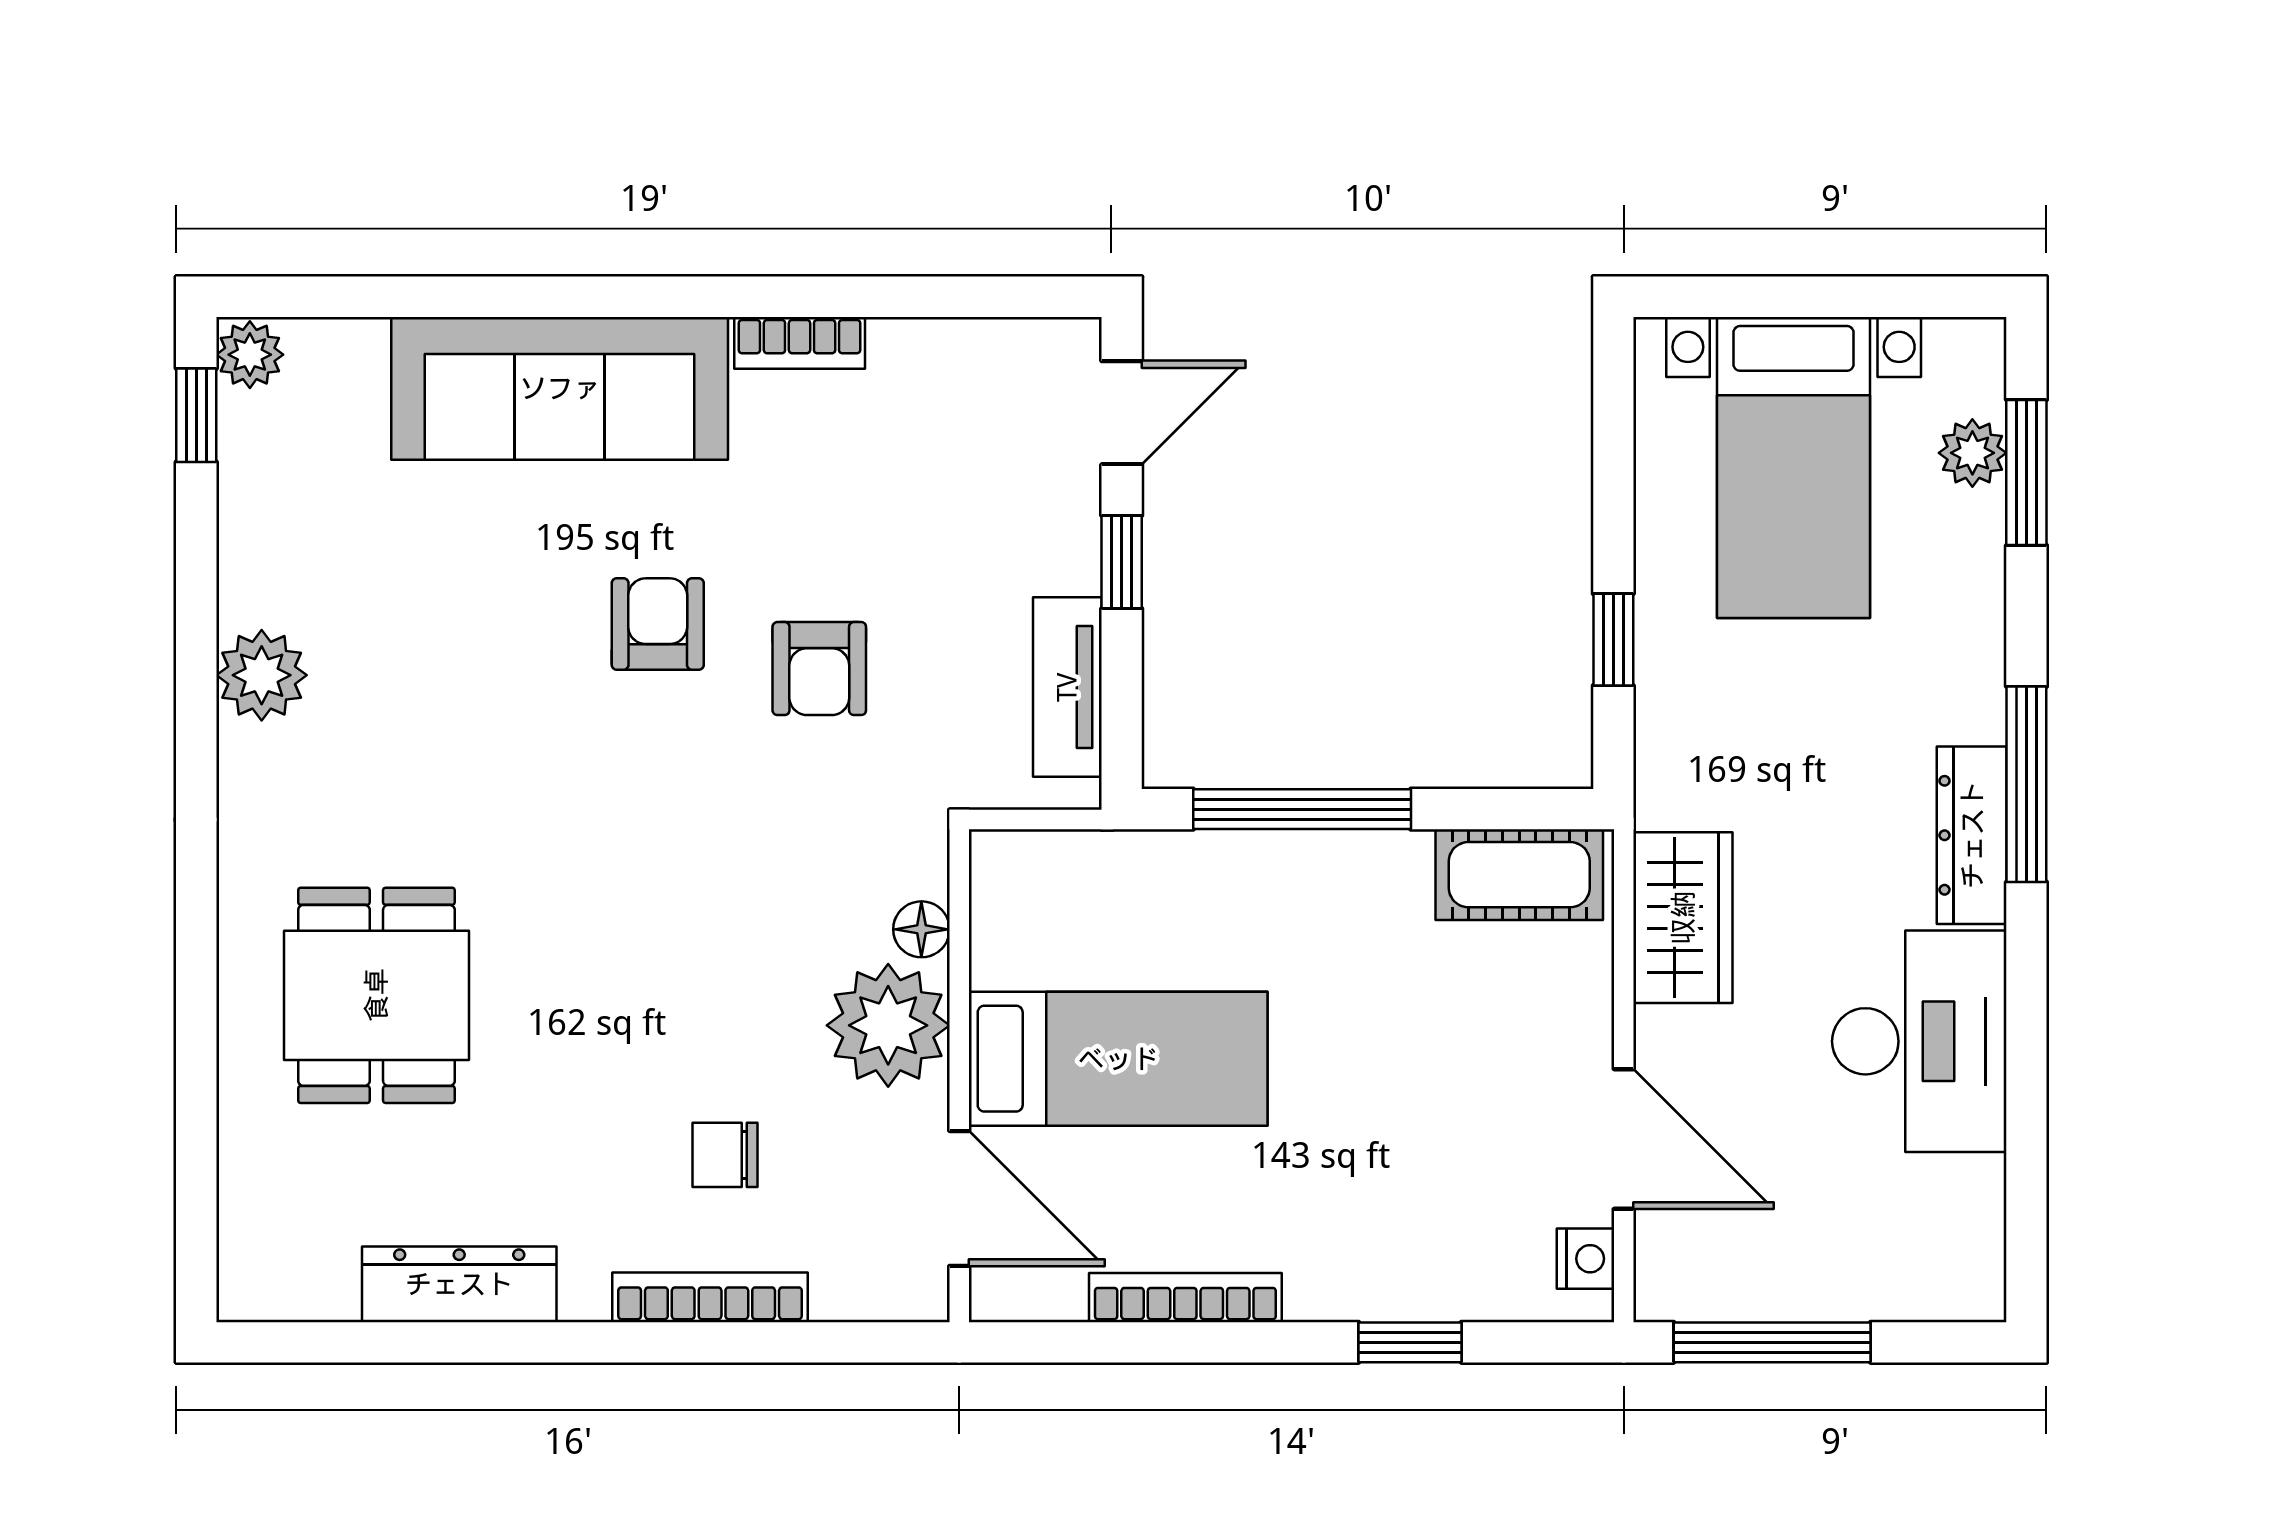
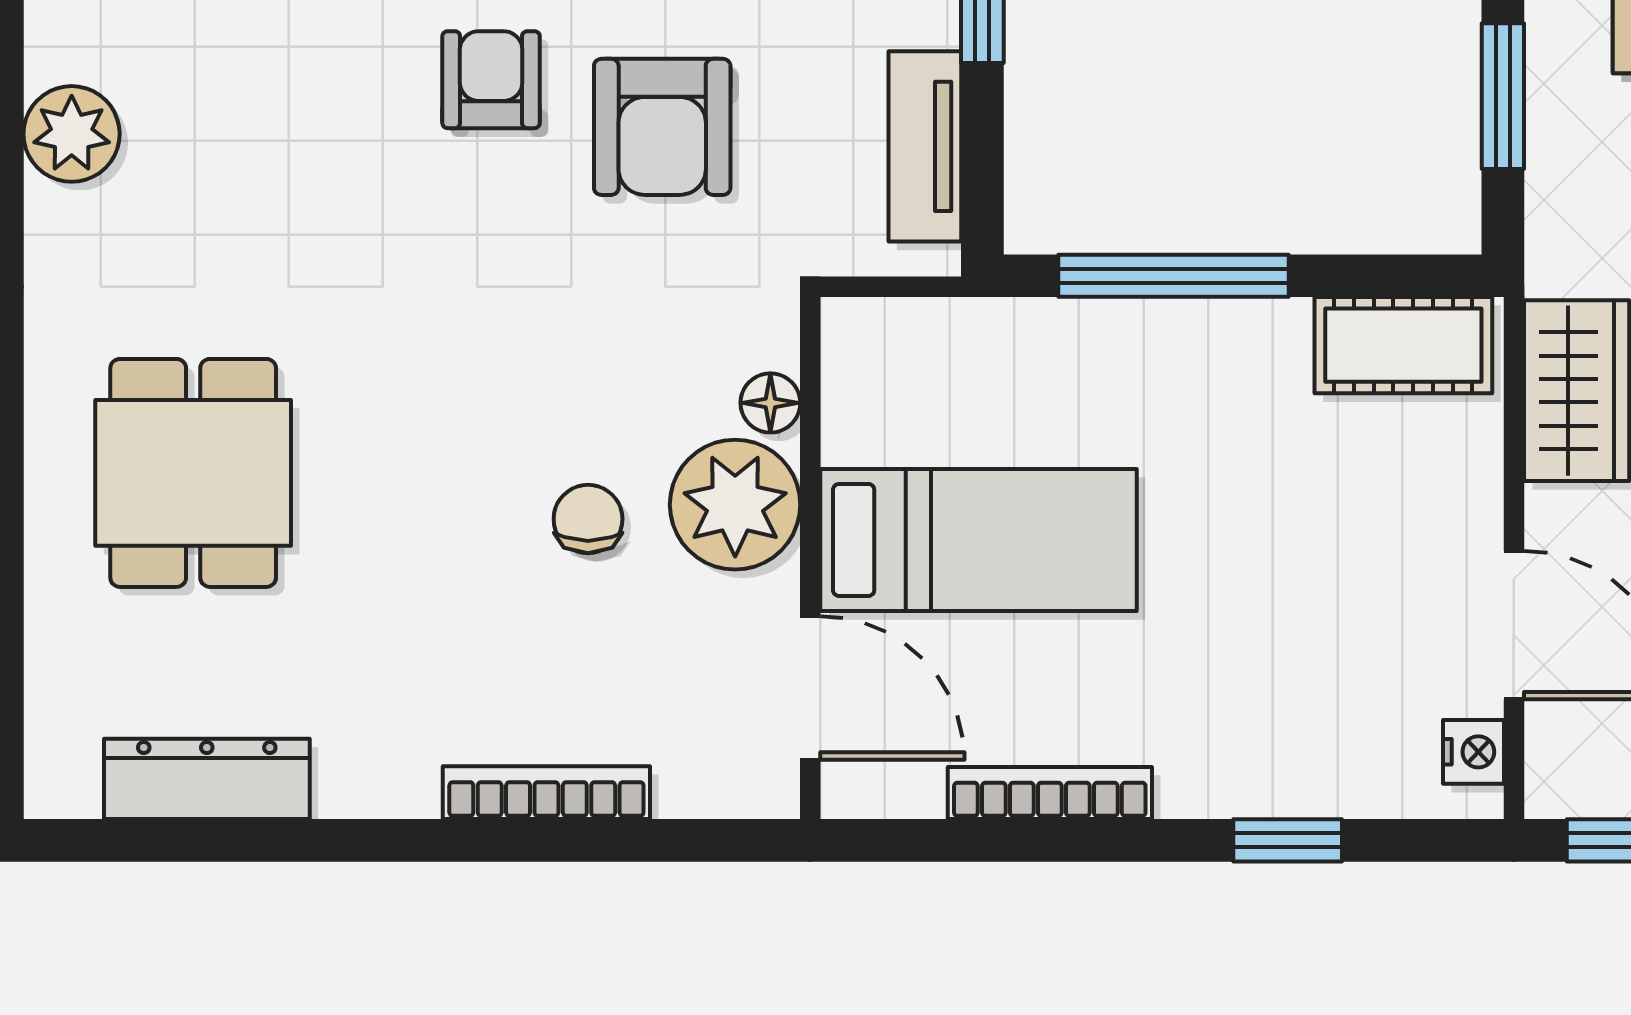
window: (1613, 640) -> (1503, 96), width x1.50
armchair: (819, 669) -> (662, 127), width x1.38, depth x1.38
chair: (725, 1155) -> (588, 519), moved, turned 90
dresser: (459, 1284) -> (207, 779), moved

